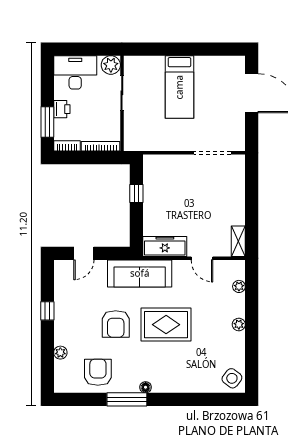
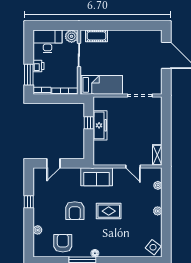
cot: (148, 64) -> (96, 36), added
bed: (179, 87) -> (101, 85), moved, turned -90
freezer: (165, 247) -> (100, 125), moved, turned 90
sofa: (140, 273) -> (97, 177), width x0.73
rug: (166, 325) -> (109, 211), width x0.73, depth x0.70

